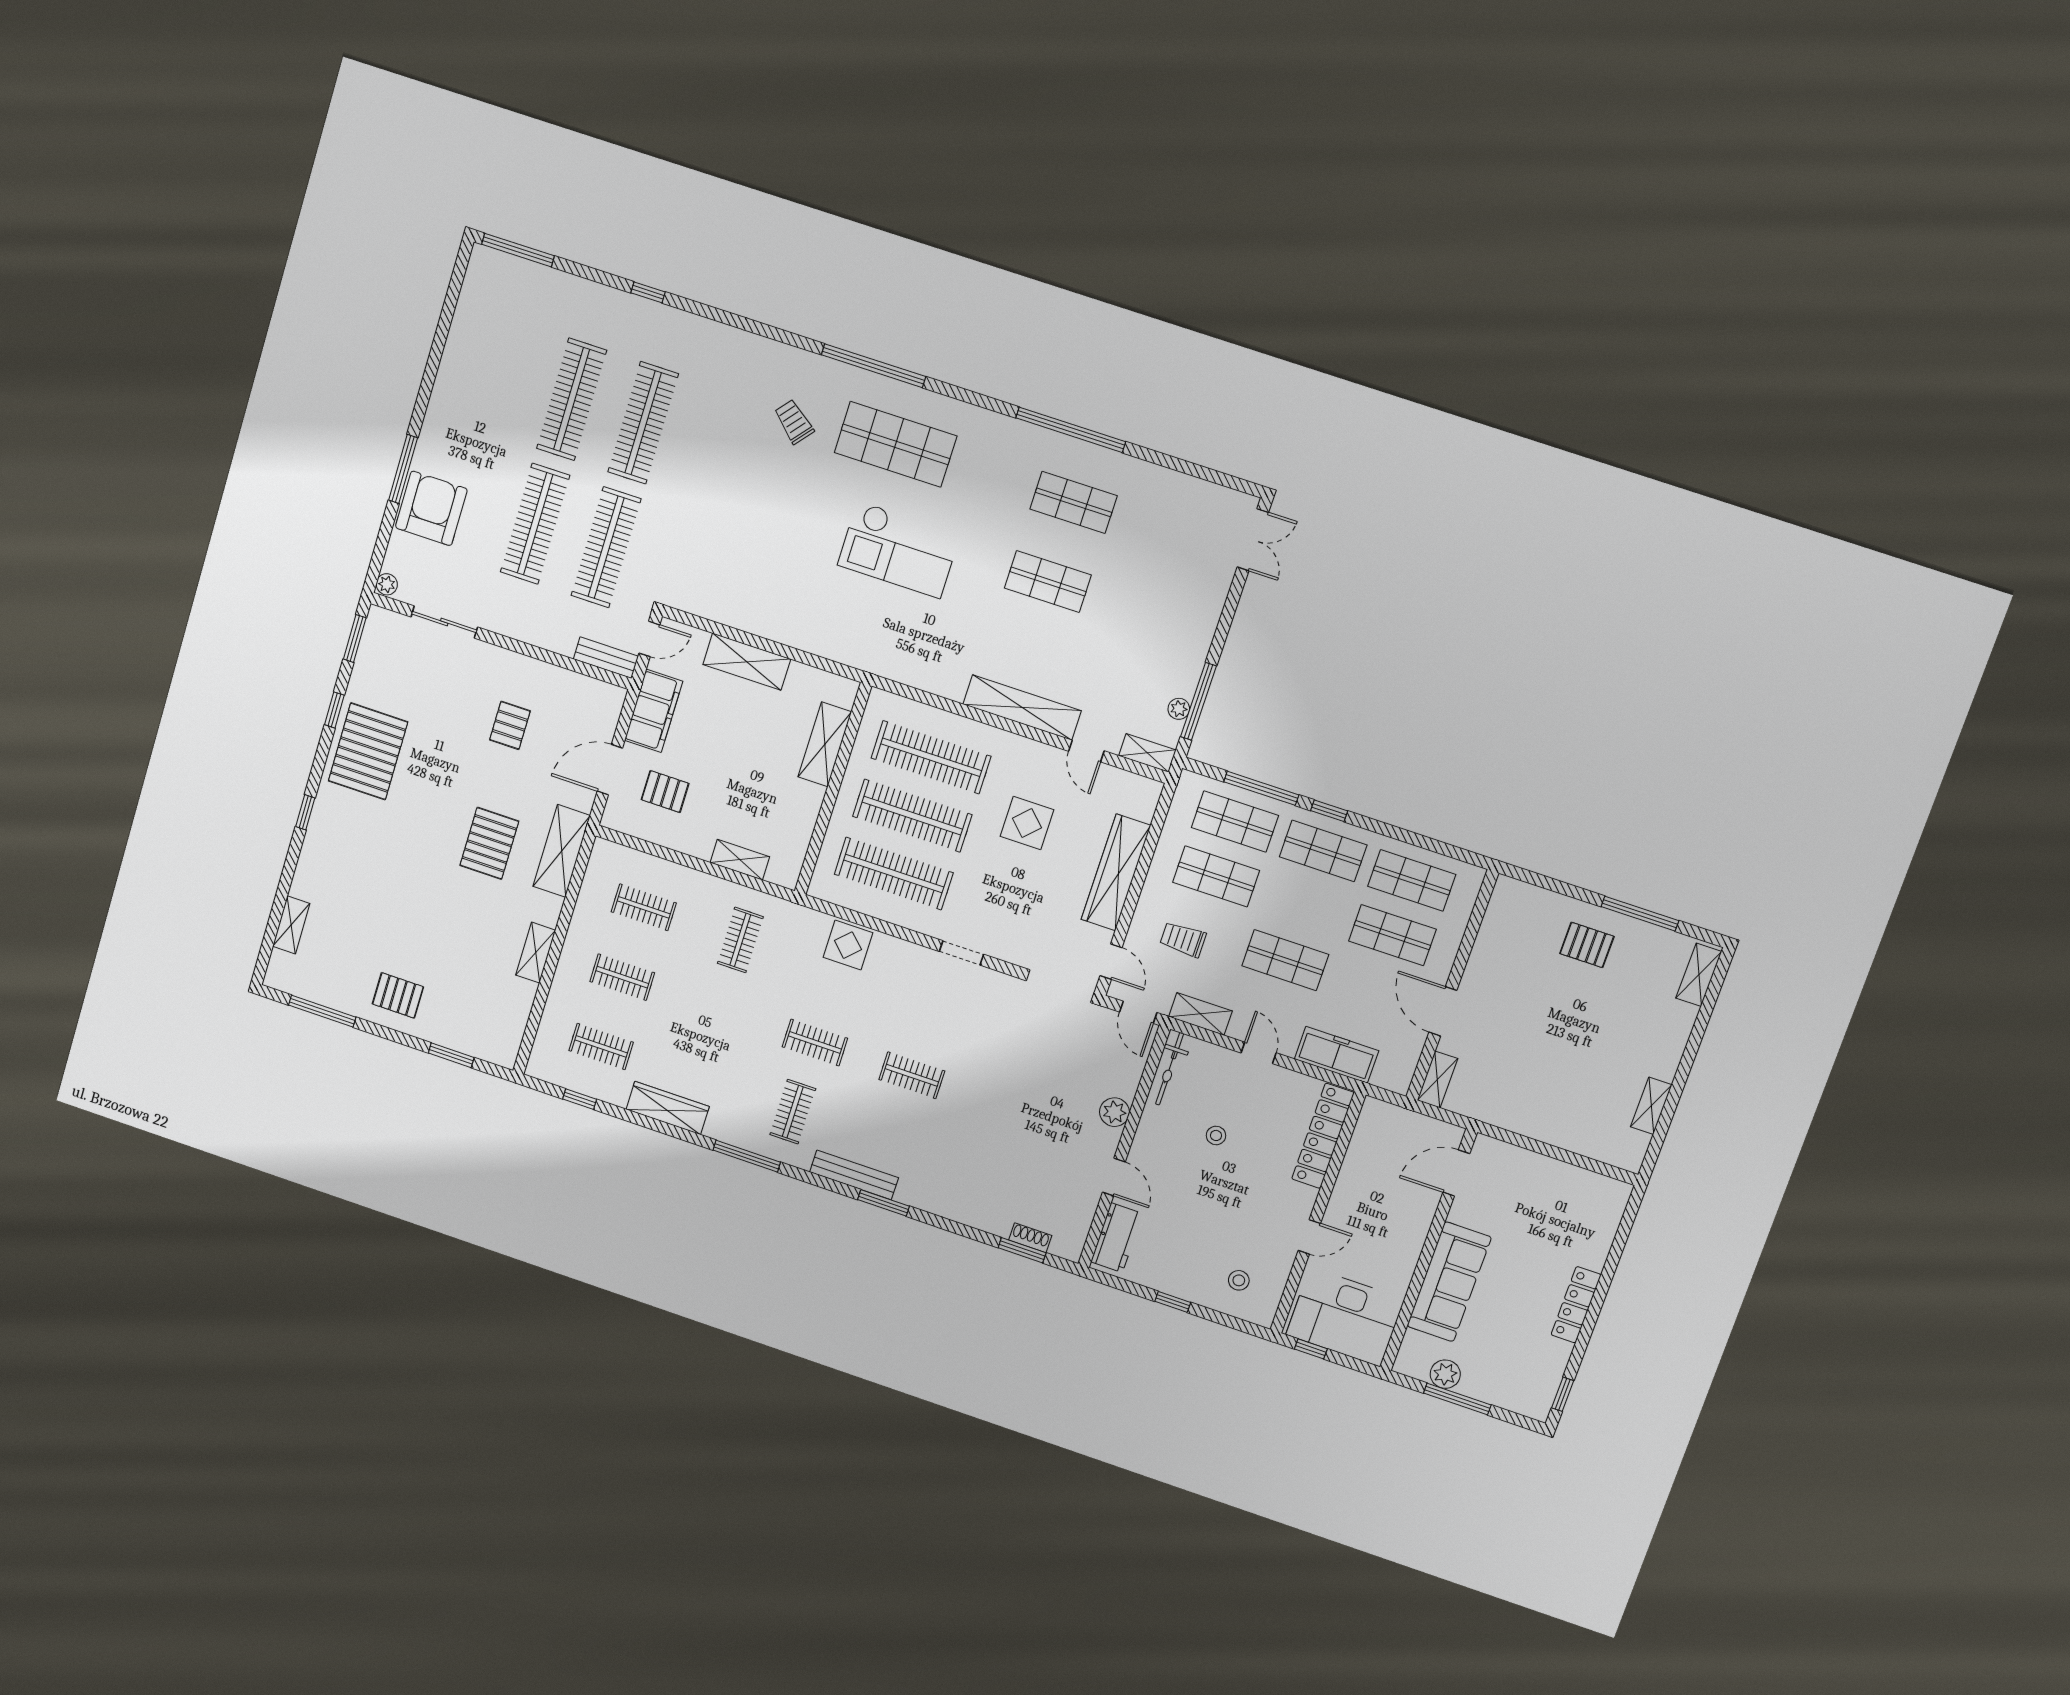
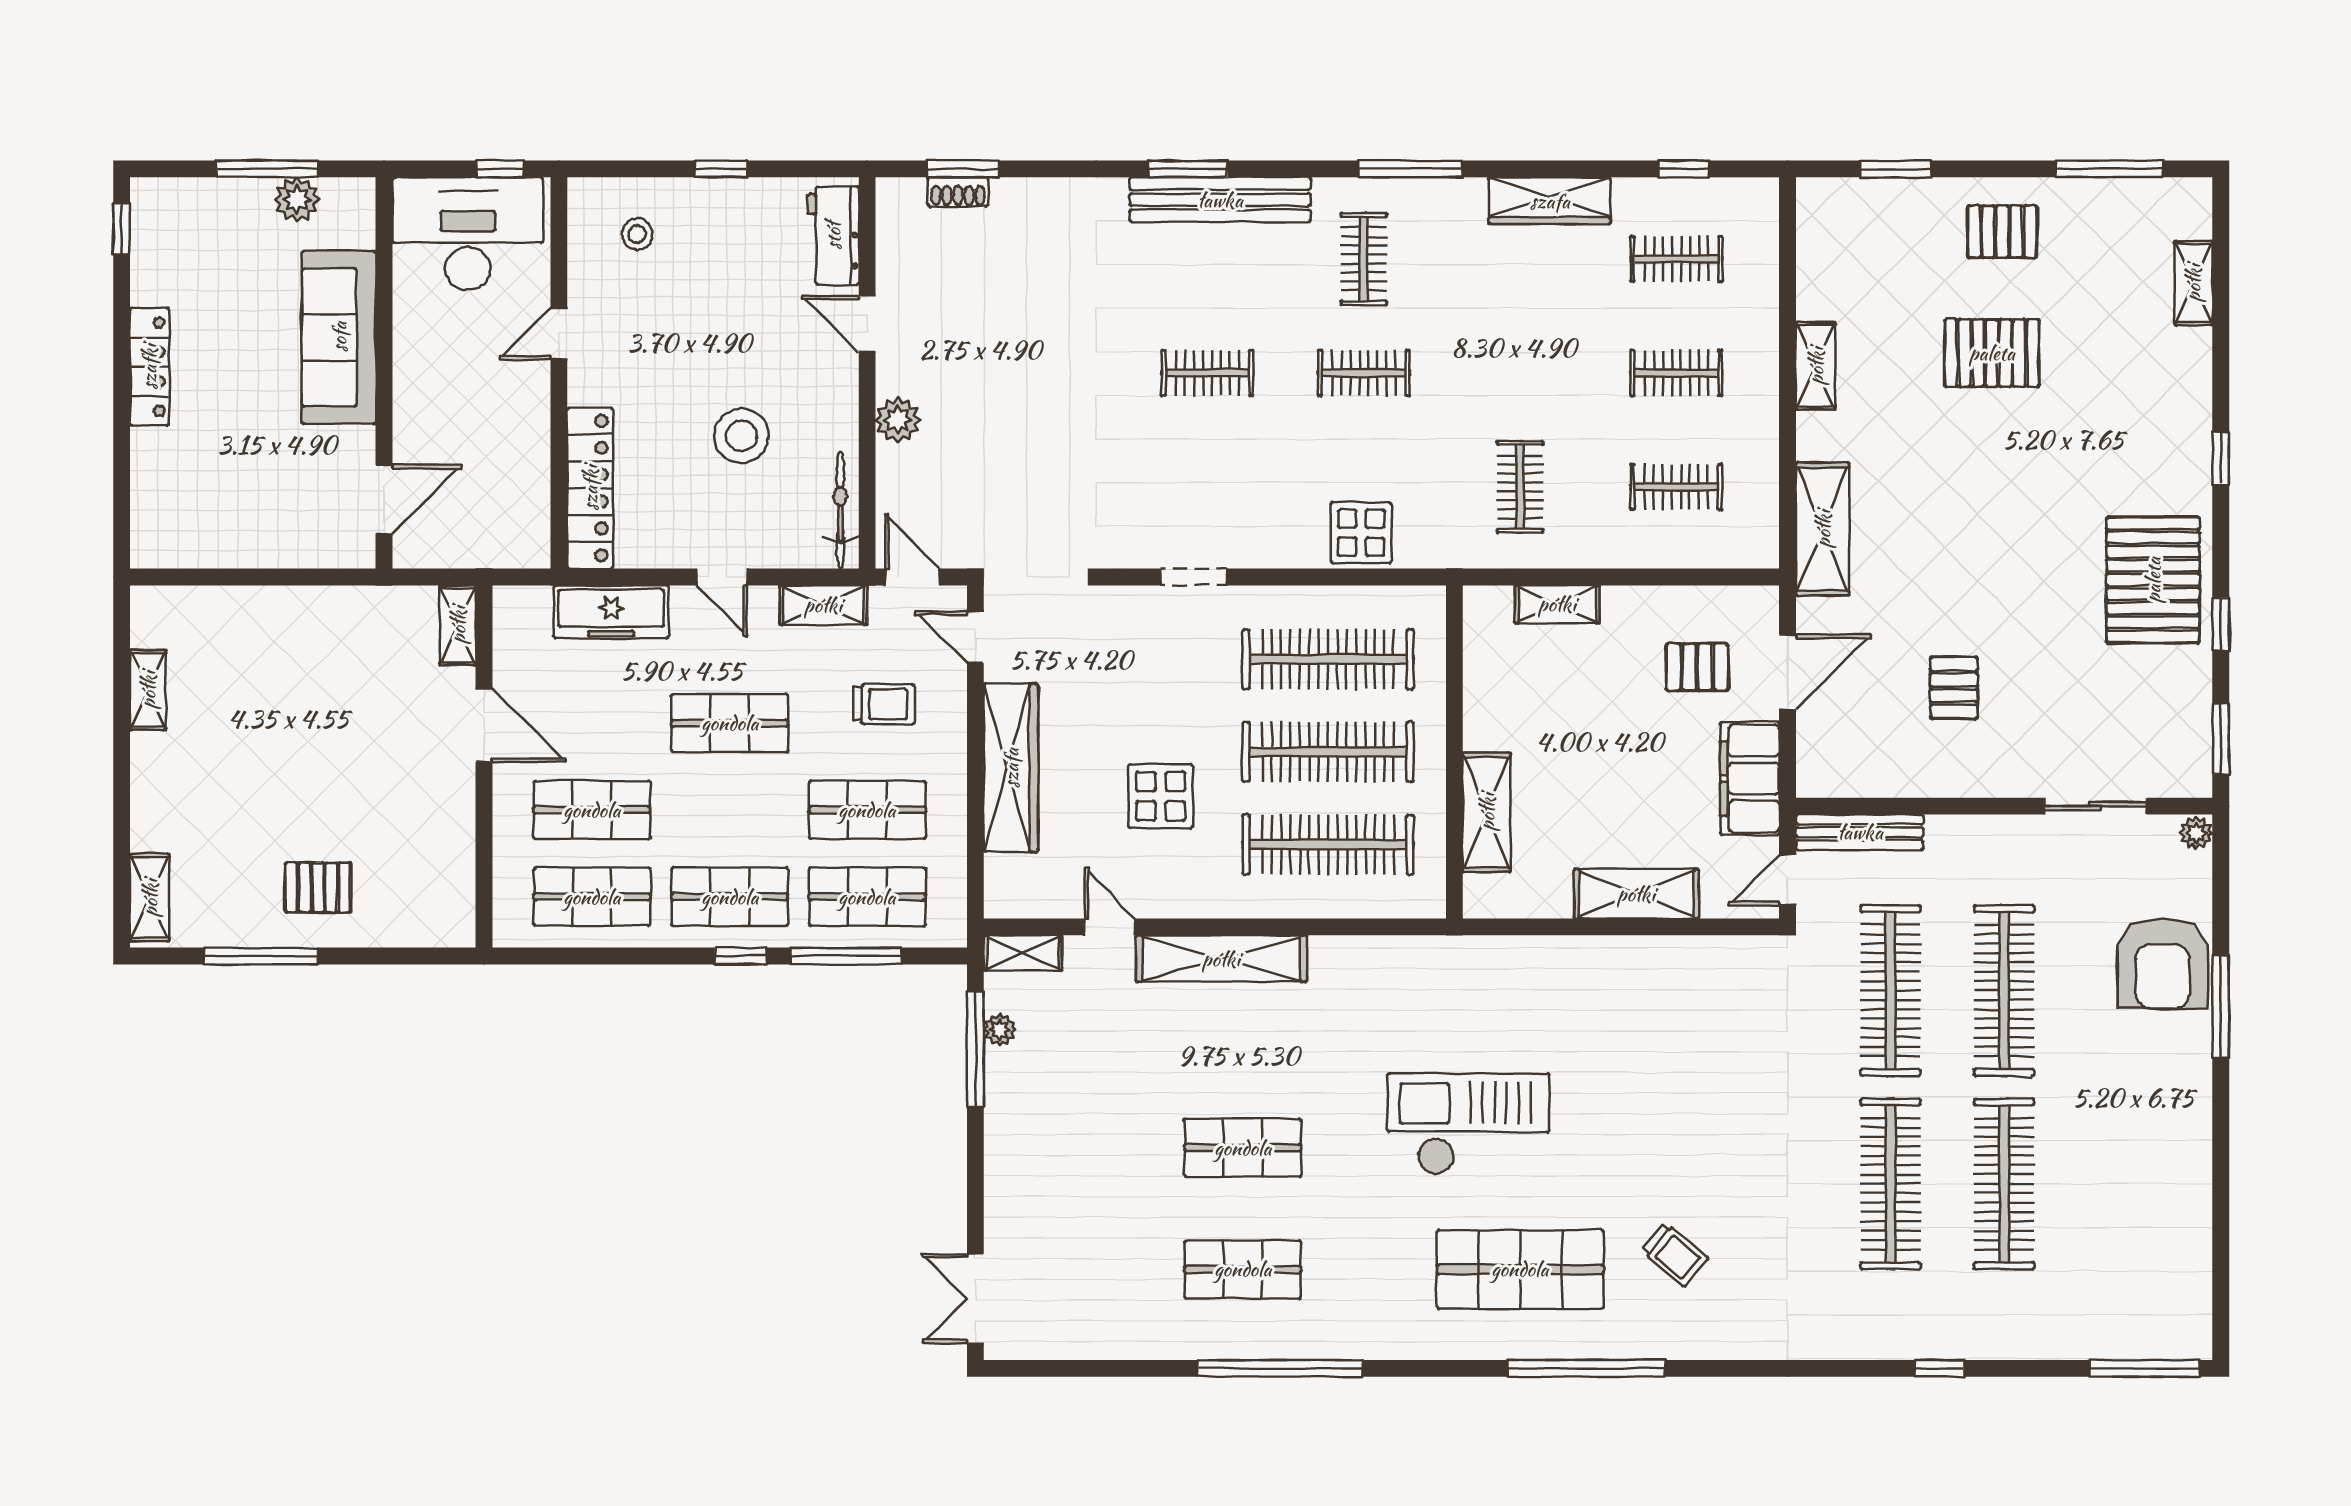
bench: (606, 658) -> (1860, 832), width x1.36
pallet: (489, 843) -> (1992, 353), moved, turned 90
stool: (1216, 1135) -> (742, 436), width x1.89, depth x1.89
bench: (854, 1175) -> (1220, 200), width x1.37, depth x1.21

